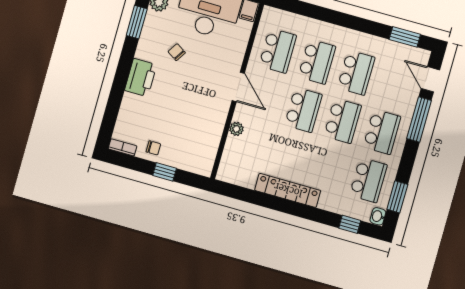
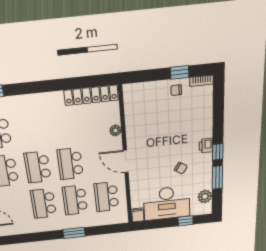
window: (405, 37) -> (74, 233), moved
window: (127, 55) -> (218, 152), added
printer: (141, 78) -> (206, 146), width x0.53, depth x0.68
window: (165, 172) -> (180, 72), moved
locker: (288, 190) -> (91, 95), moved

